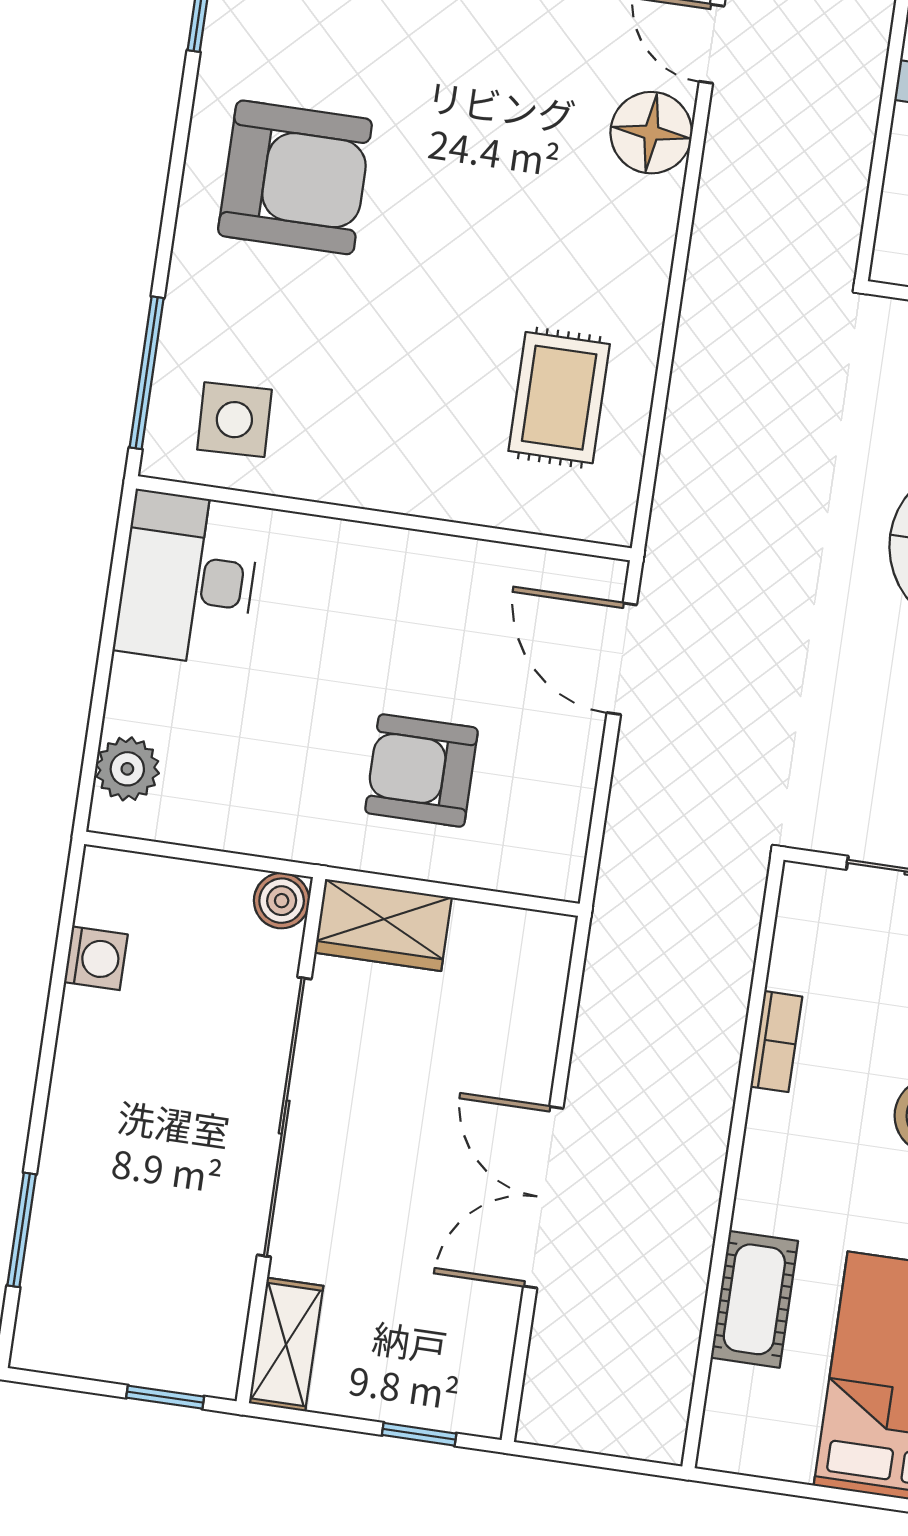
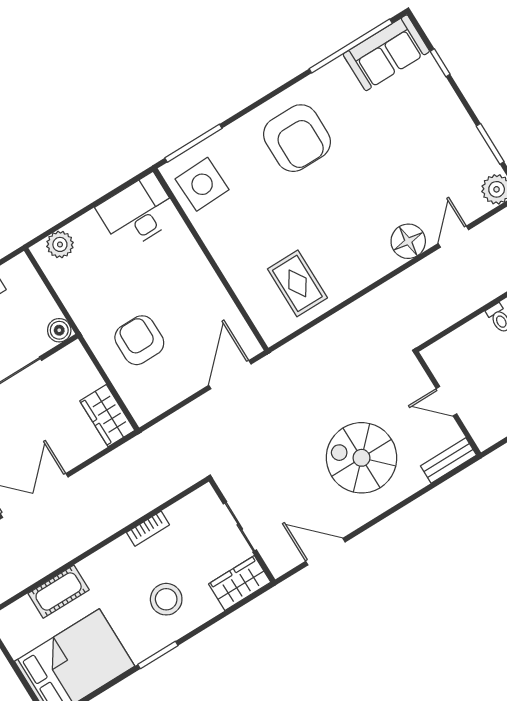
rug: (559, 398) -> (297, 283), turned 90
side table: (234, 420) -> (202, 184), width x1.37, depth x1.37
wardrobe: (383, 925) -> (107, 416), moved

